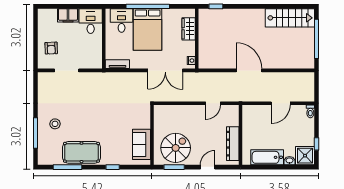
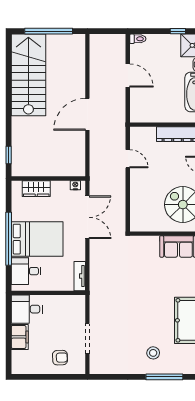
stairs: (290, 18) -> (28, 75), width x1.36, depth x1.51

